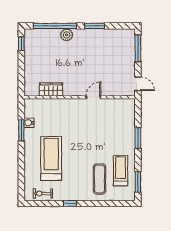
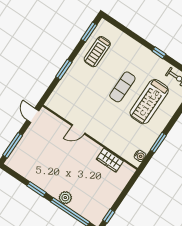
water cooler: (29, 123) -> (140, 156), moved
exercise mat: (100, 179) -> (122, 87), moved

